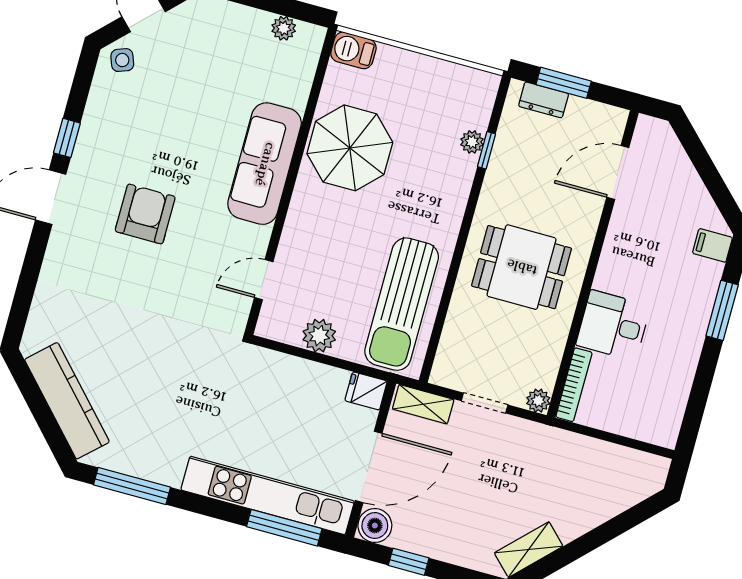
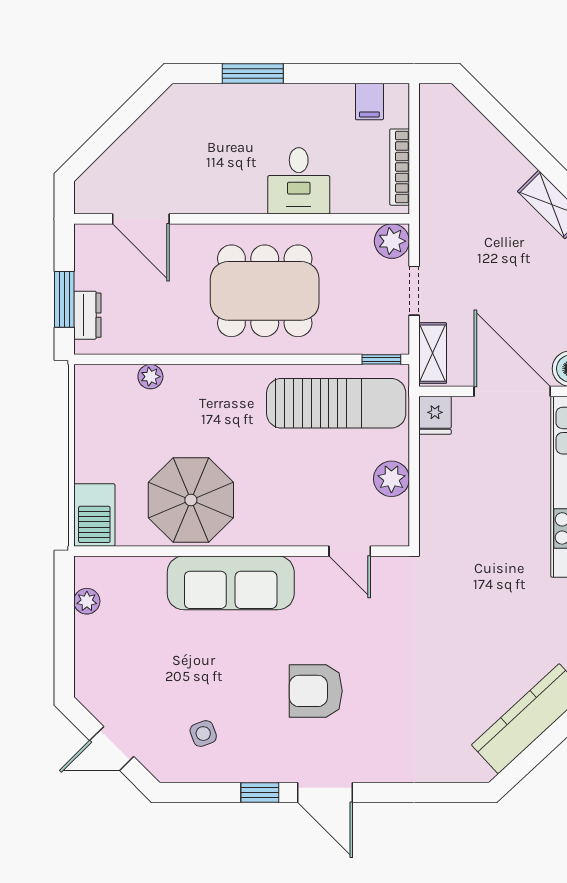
barbecue: (353, 50) -> (94, 515), width x1.38, depth x1.27
side table: (122, 60) -> (203, 734), moved
window: (486, 150) -> (381, 359), moved
filing cabinet: (712, 245) -> (369, 102), moved
dining table: (522, 267) -> (265, 291), width x1.38
bookcase: (574, 385) -> (400, 167), moved, turned -90
plant: (538, 401) -> (392, 241), width x1.38, depth x1.38

